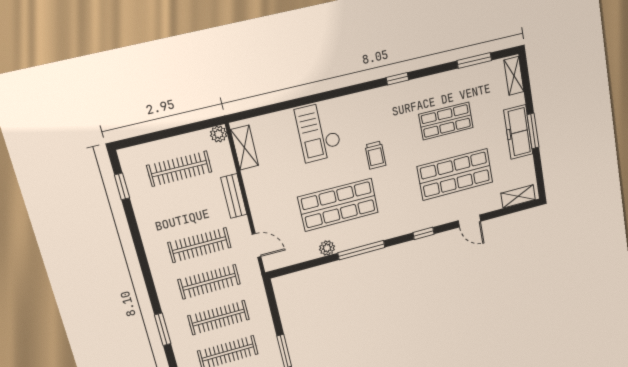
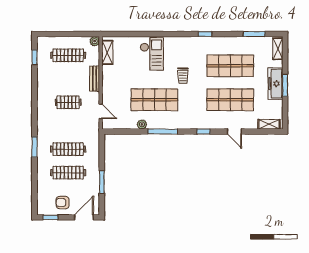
shop shelf: (446, 121) -> (230, 66), width x1.43, depth x1.36
checkout: (318, 132) -> (152, 54), turned 180
clothes rail: (199, 245) -> (68, 102), width x0.73
clothes rail: (209, 282) -> (68, 126), removed

